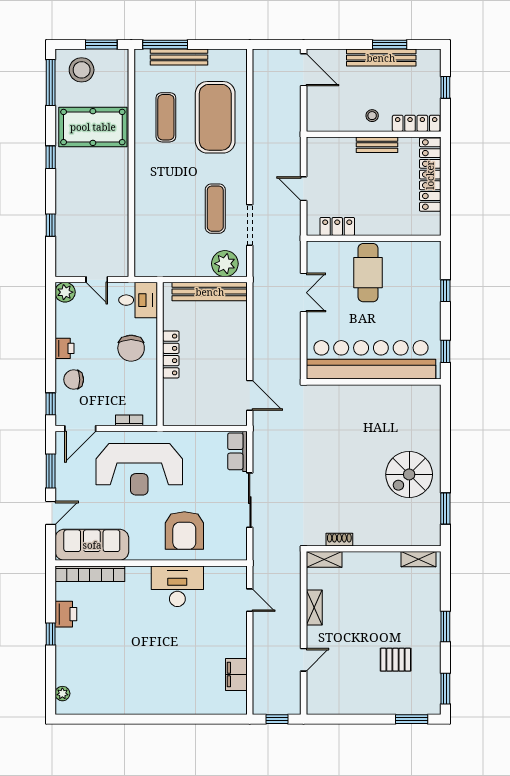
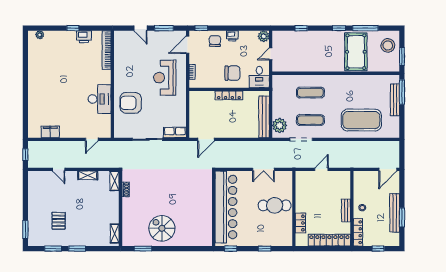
window: (51, 83) -> (365, 28), moved
exercise mat: (166, 117) -> (310, 93), moved
locker: (337, 226) -> (300, 223), moved
chair: (131, 348) -> (232, 73), turned 180
door: (80, 428) -> (188, 45), hinge flipped
reception desk: (139, 469) -> (165, 78), width x0.74, depth x0.77
sofa: (92, 545) -> (123, 51), removed
window: (445, 689) -> (53, 249), moved

